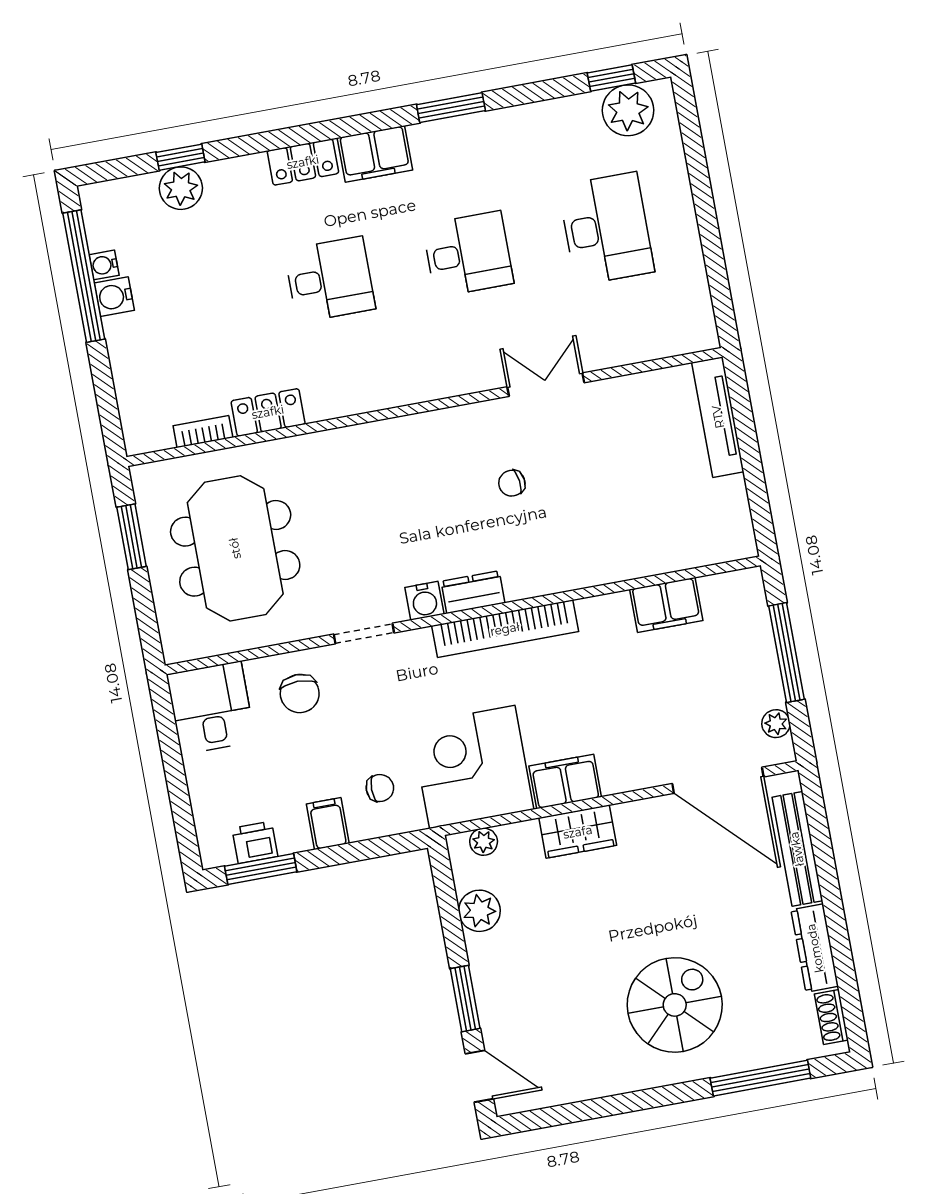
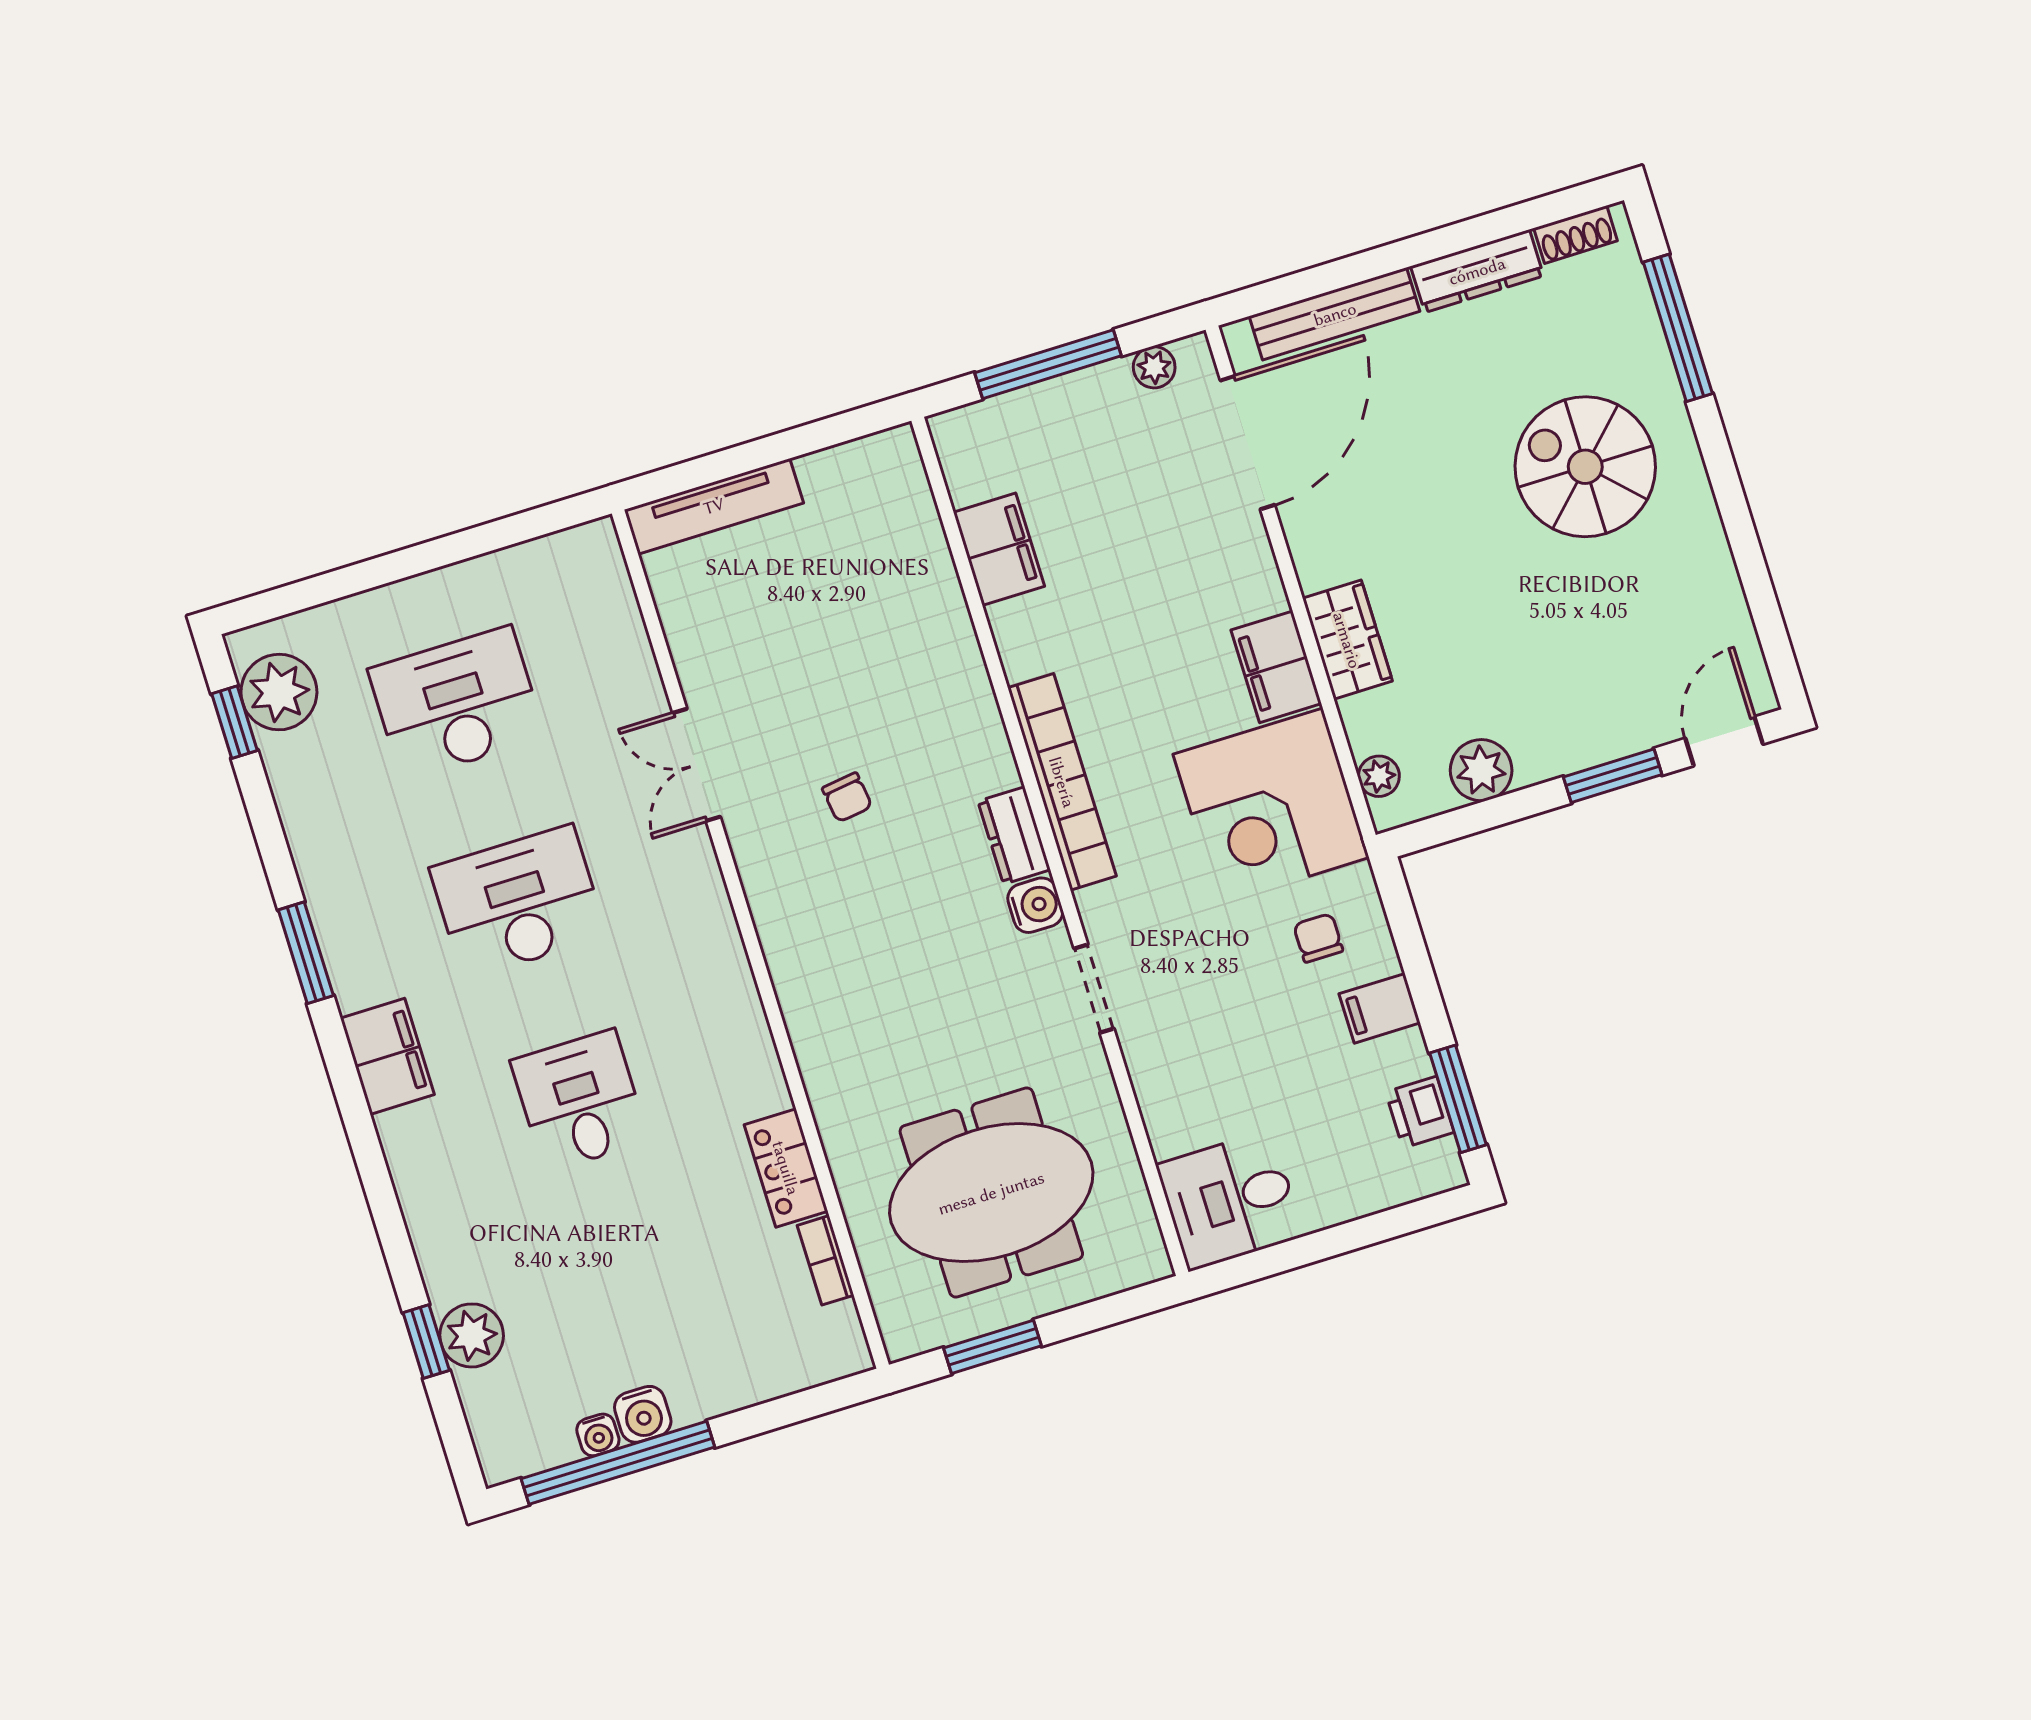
locker: (303, 162) -> (412, 1161), removed
desk: (468, 254) -> (518, 902), width x1.37
chair: (300, 694) -> (1193, 1072), removed

